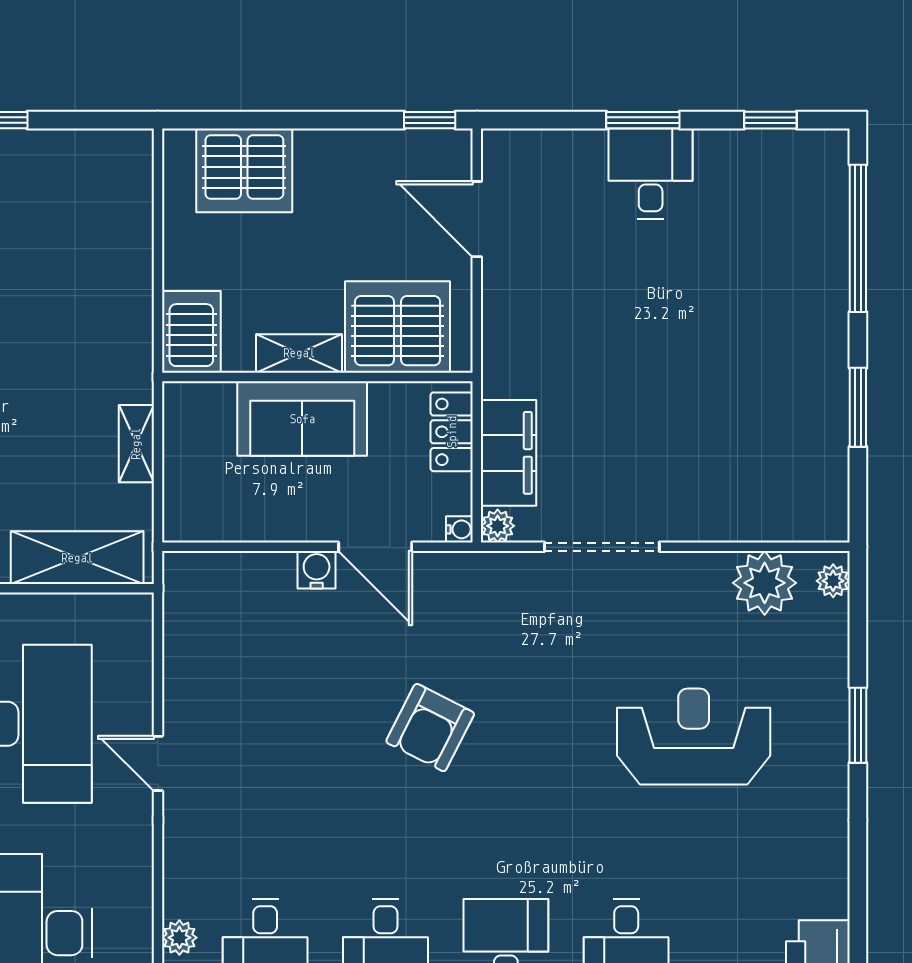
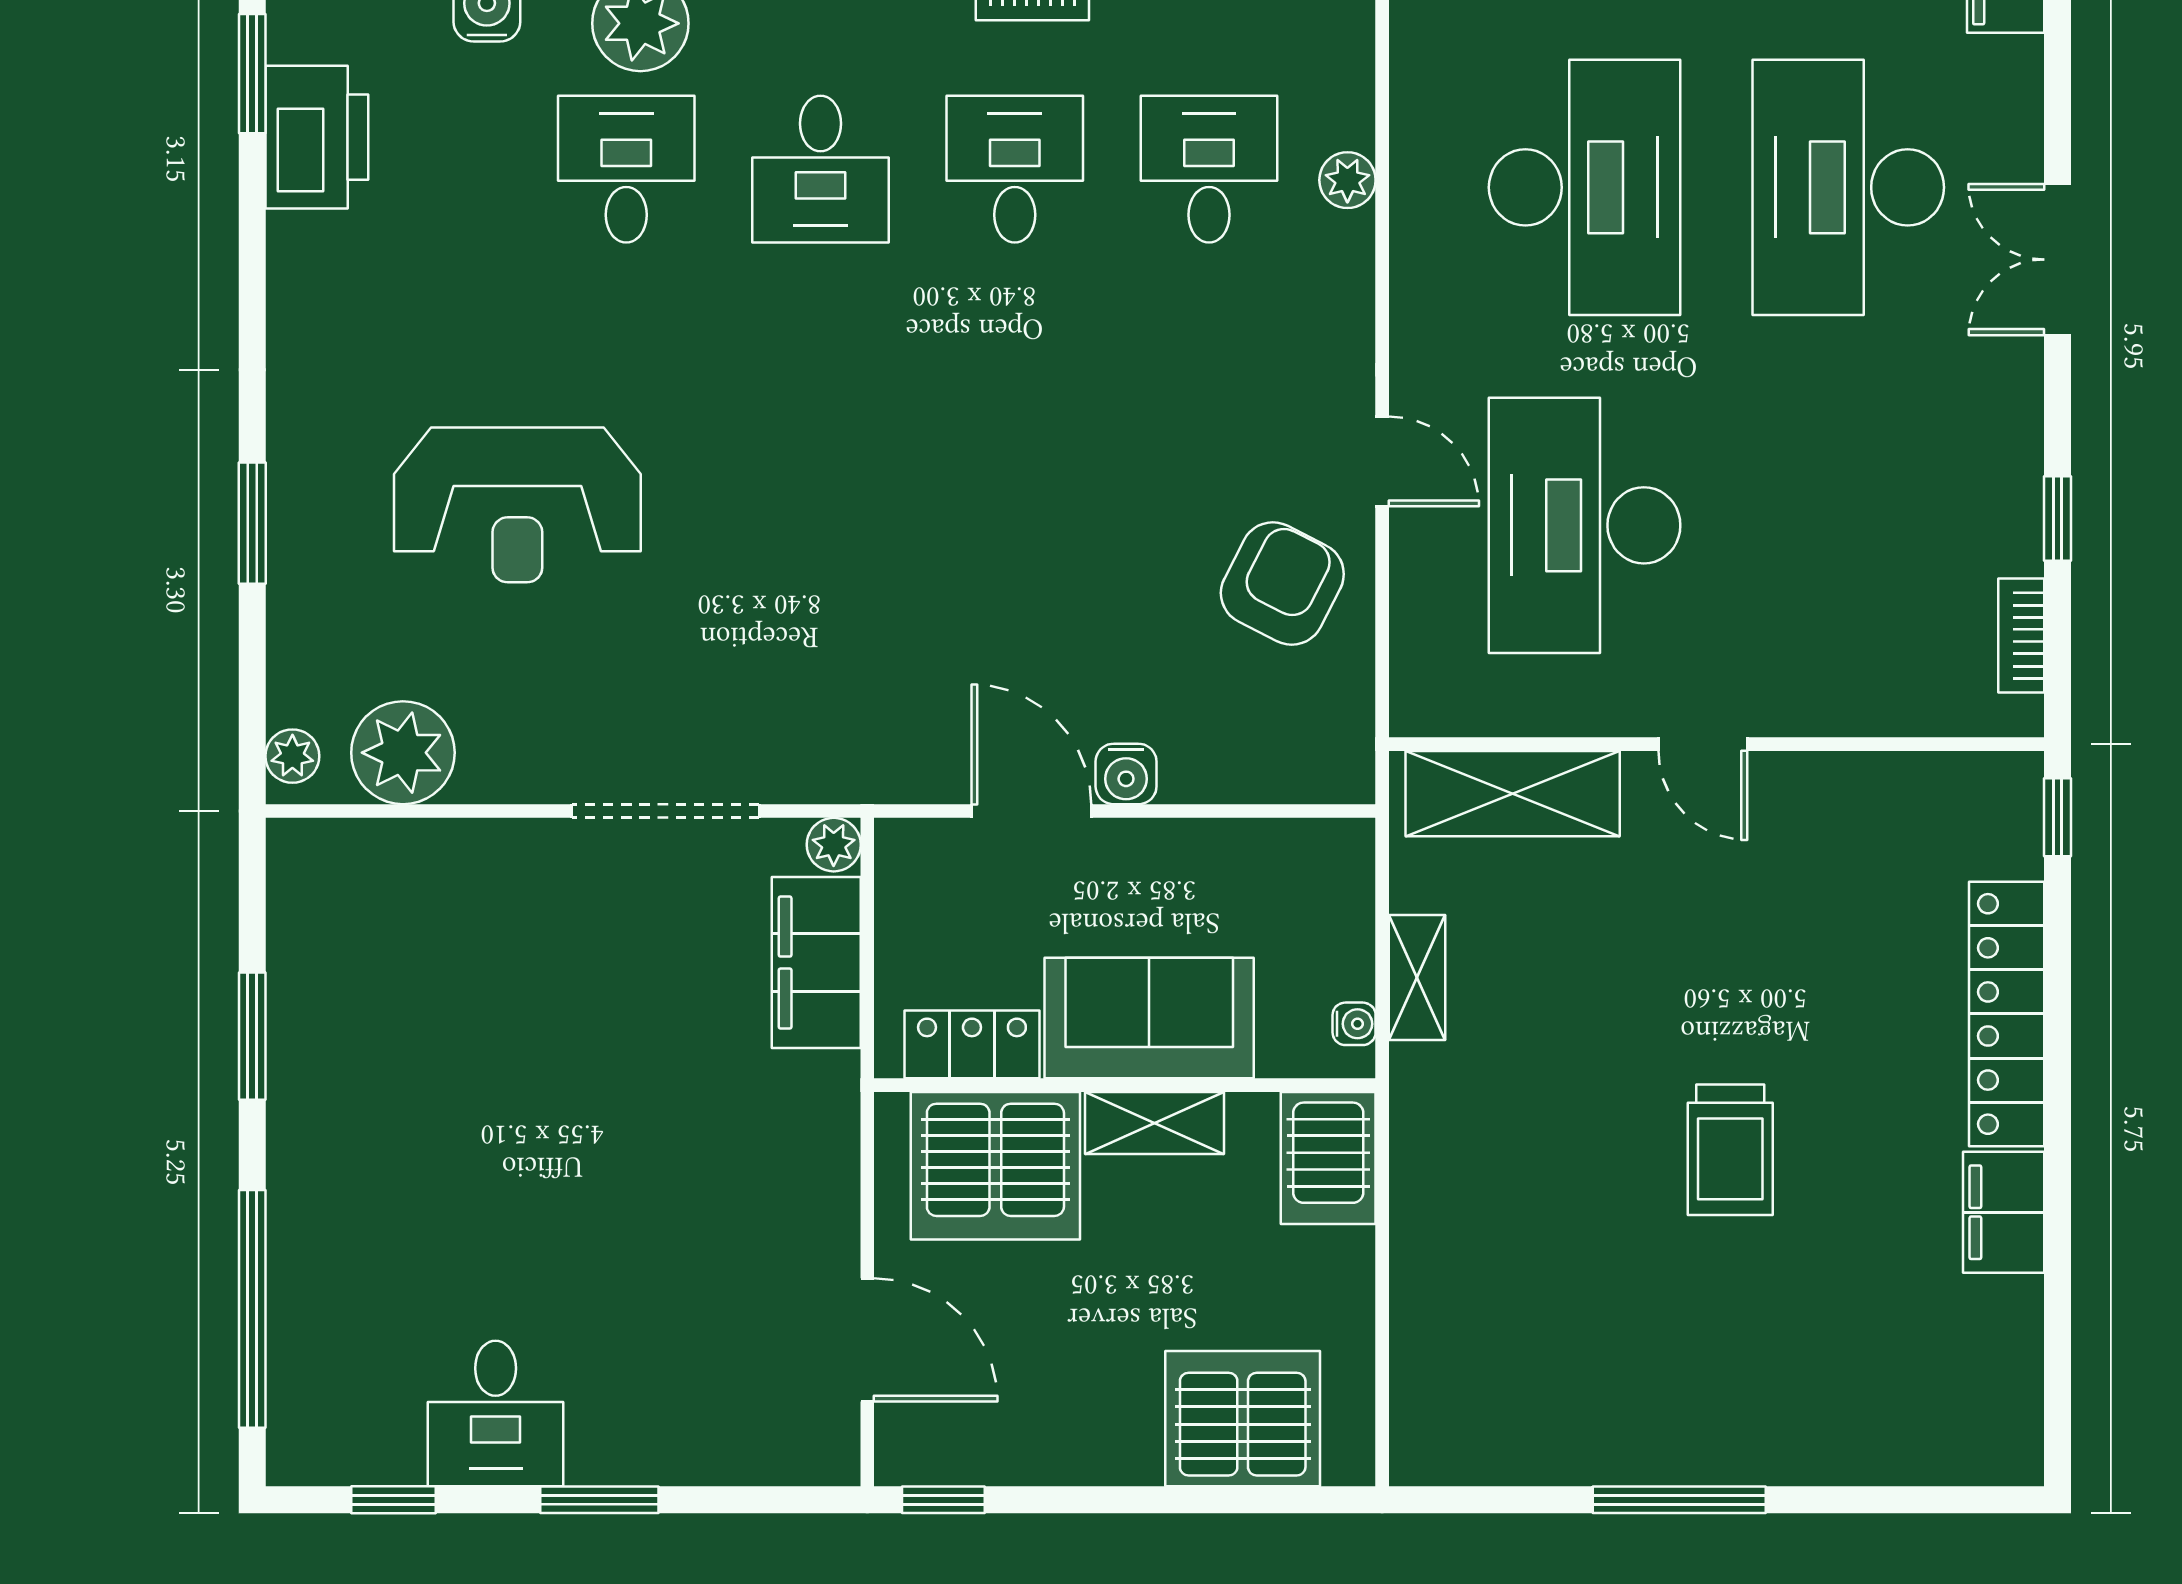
desk: (651, 174) -> (496, 1413), moved
locker: (452, 432) -> (972, 1044), moved, turned -90
water cooler: (459, 529) -> (1354, 1024), moved, turned 180
armchair: (430, 728) -> (1282, 584), moved

